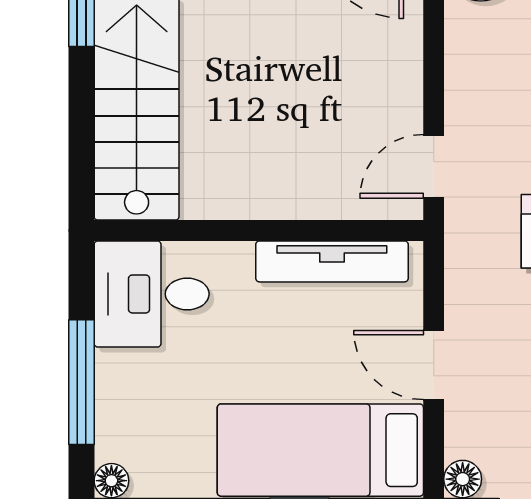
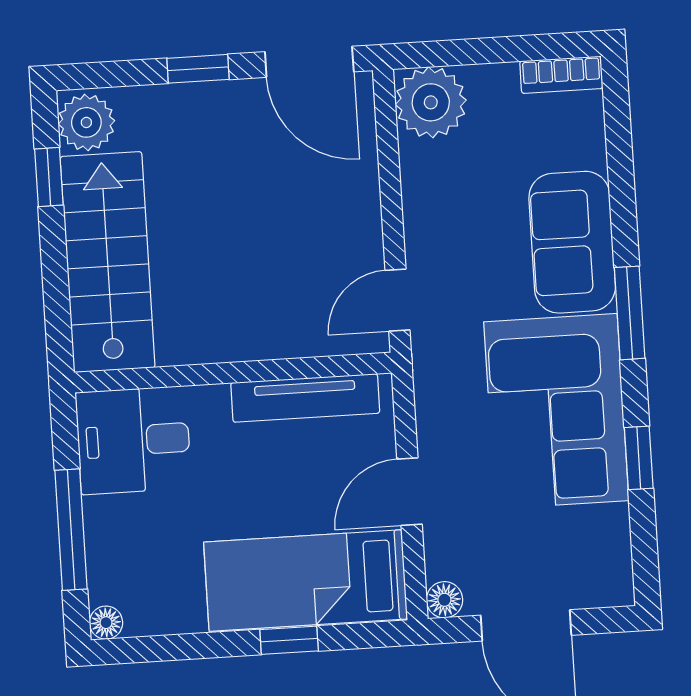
door: (434, 365) -> (410, 492), hinge flipped

